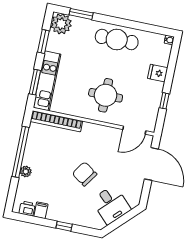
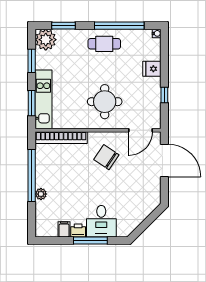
window: (135, 25) -> (119, 26), added
cafe table: (117, 40) -> (104, 44), width x0.73, depth x0.74
chair: (85, 174) -> (106, 157), moved
desk: (111, 205) -> (101, 221), moved, turned 45
printer: (27, 208) -> (78, 230), moved
window: (64, 226) -> (90, 240), width x2.17

